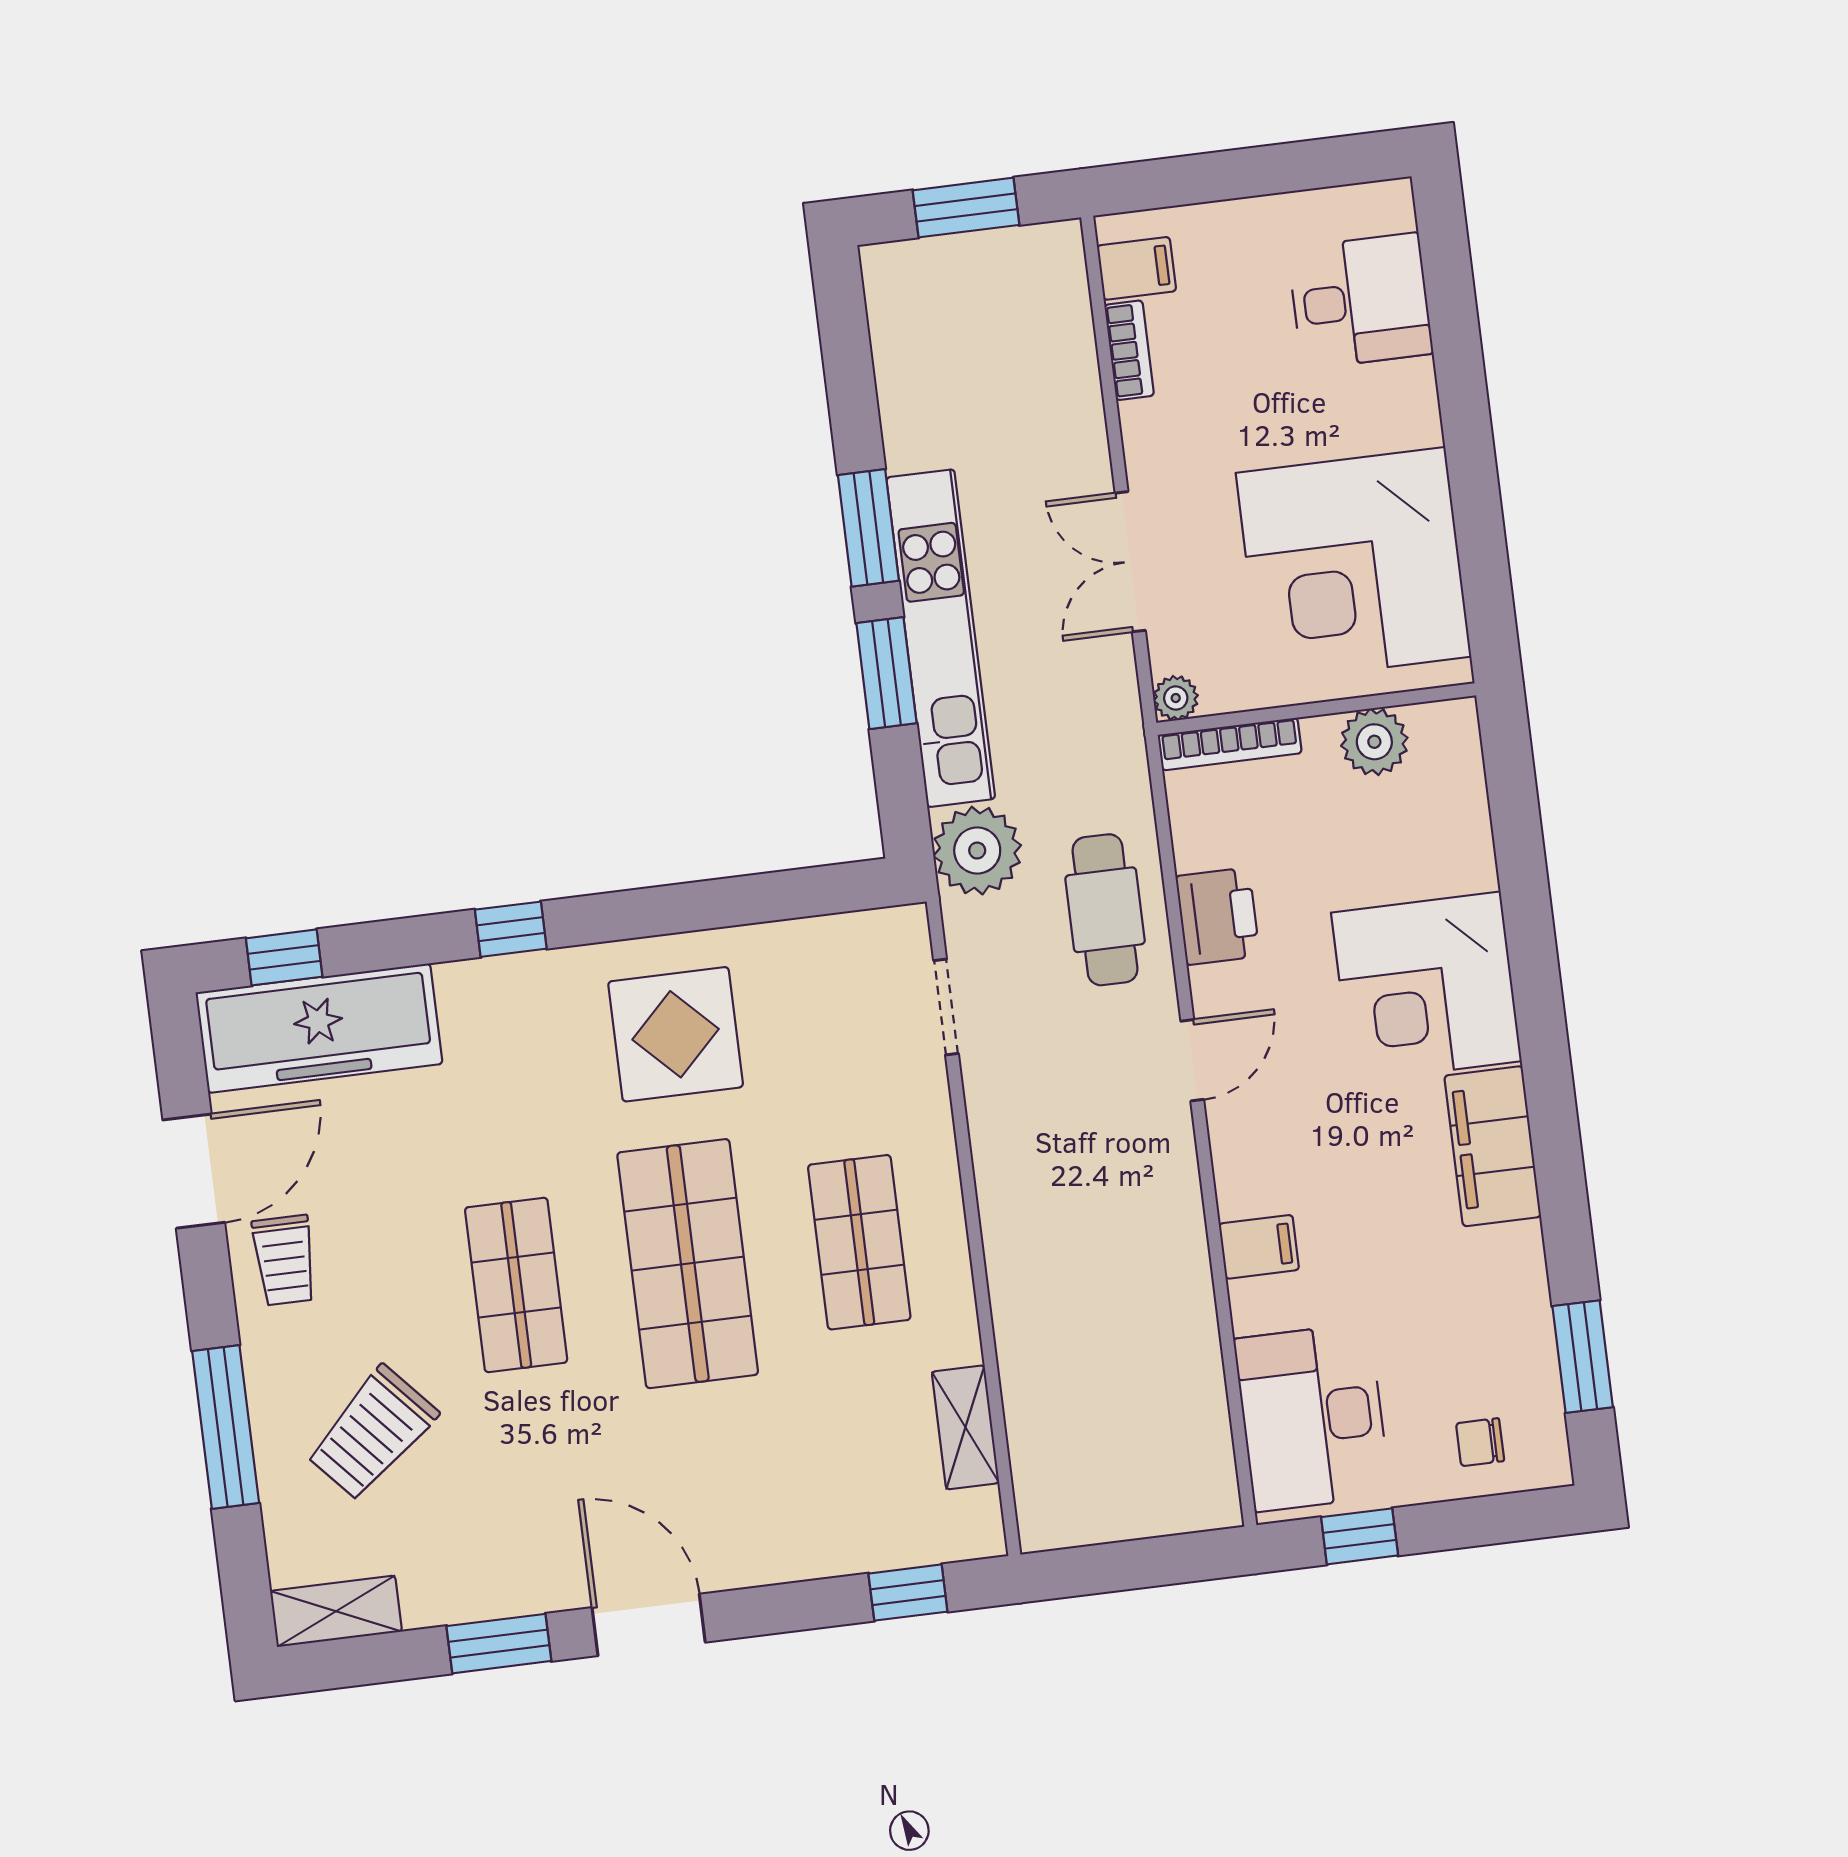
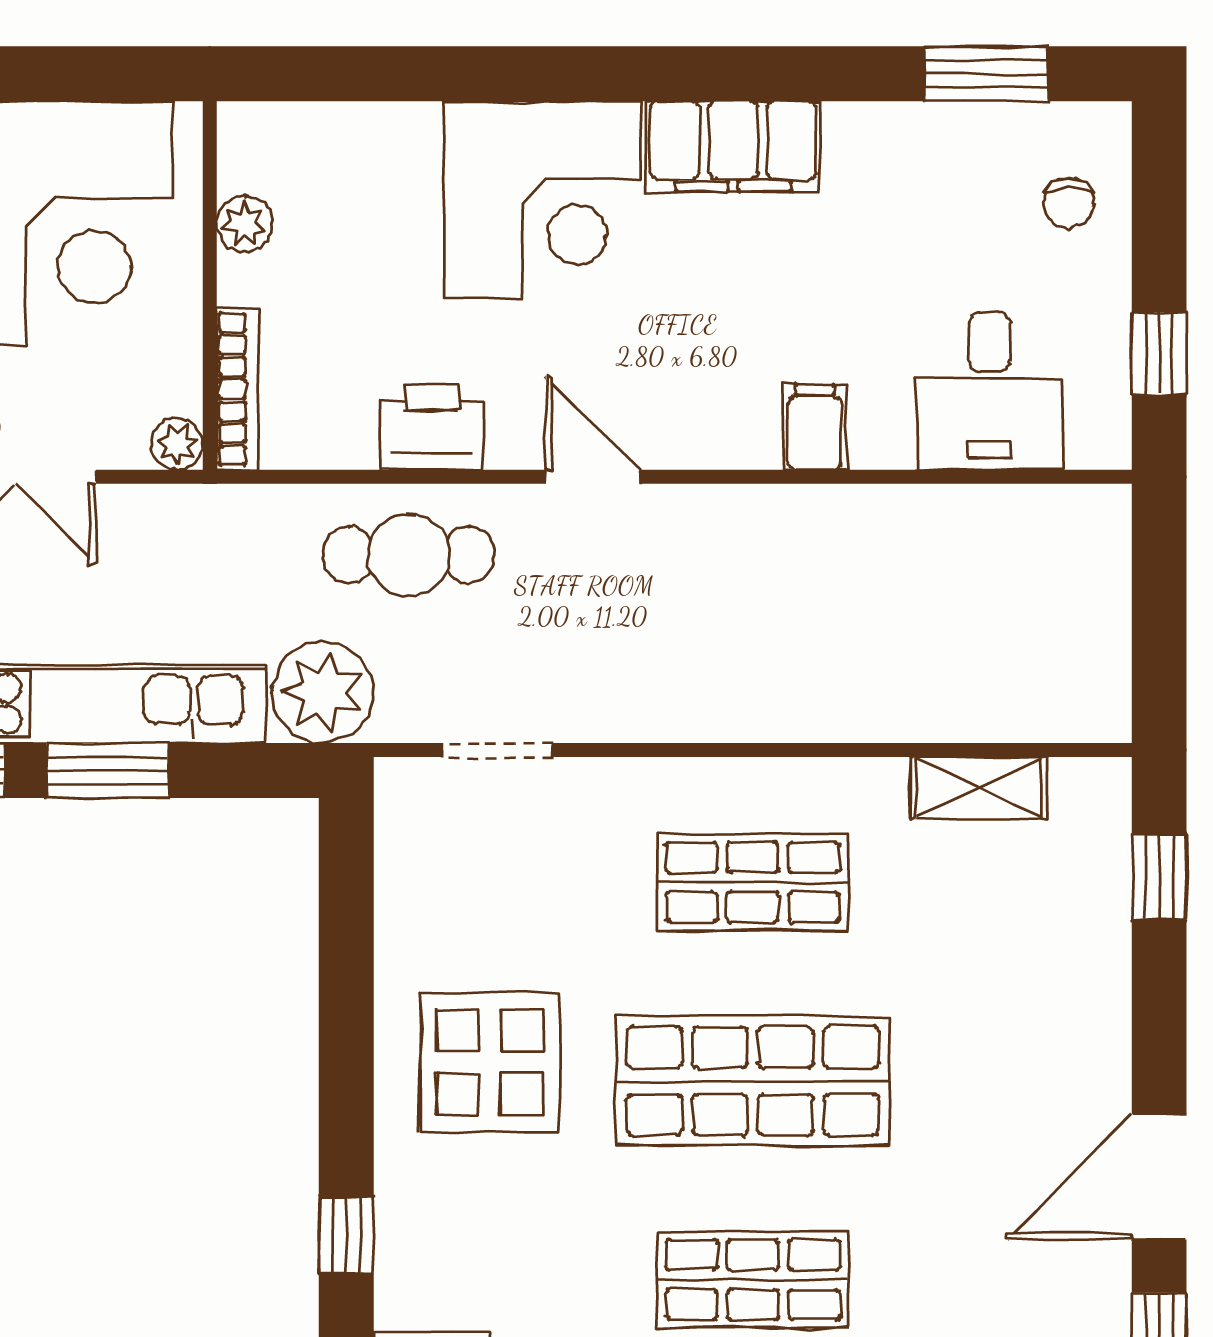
plant: (1374, 742) -> (245, 224), width x0.73, depth x0.73
desk: (1312, 1417) -> (989, 391), width x0.73

